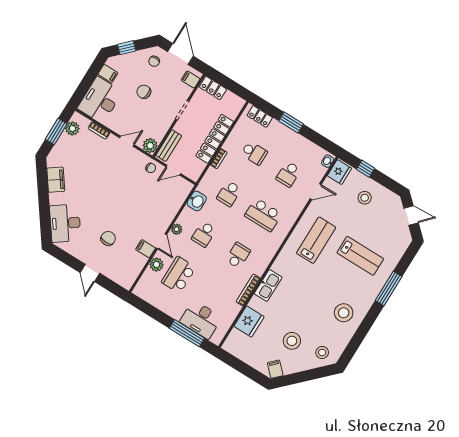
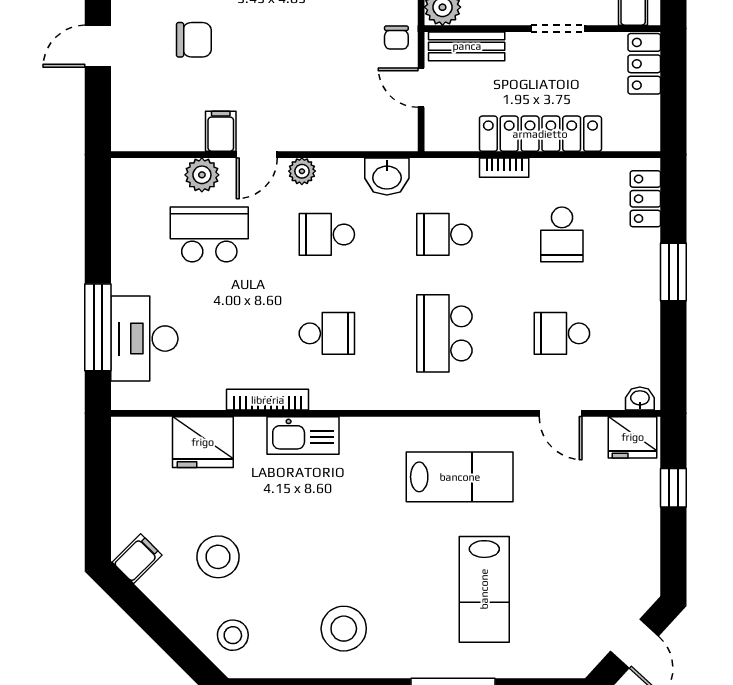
stool: (365, 198) -> (611, 523), removed

